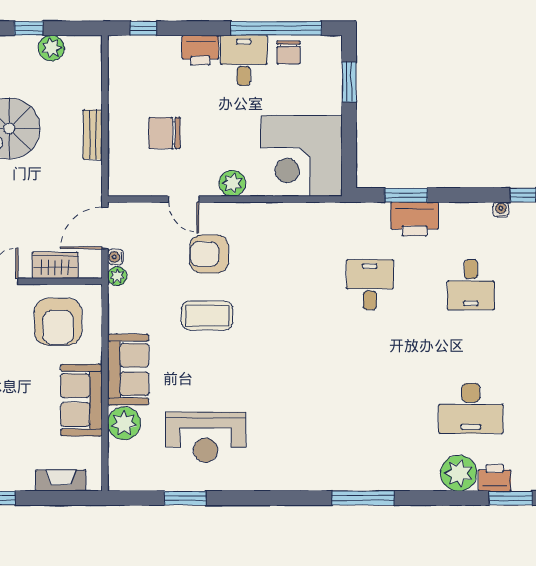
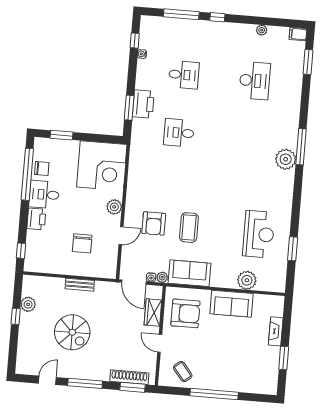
sofa: (128, 370) -> (190, 273), moved
plant: (459, 473) -> (286, 159), moved
printer: (495, 478) -> (296, 70), removed
fireplace: (61, 481) -> (276, 331), moved

